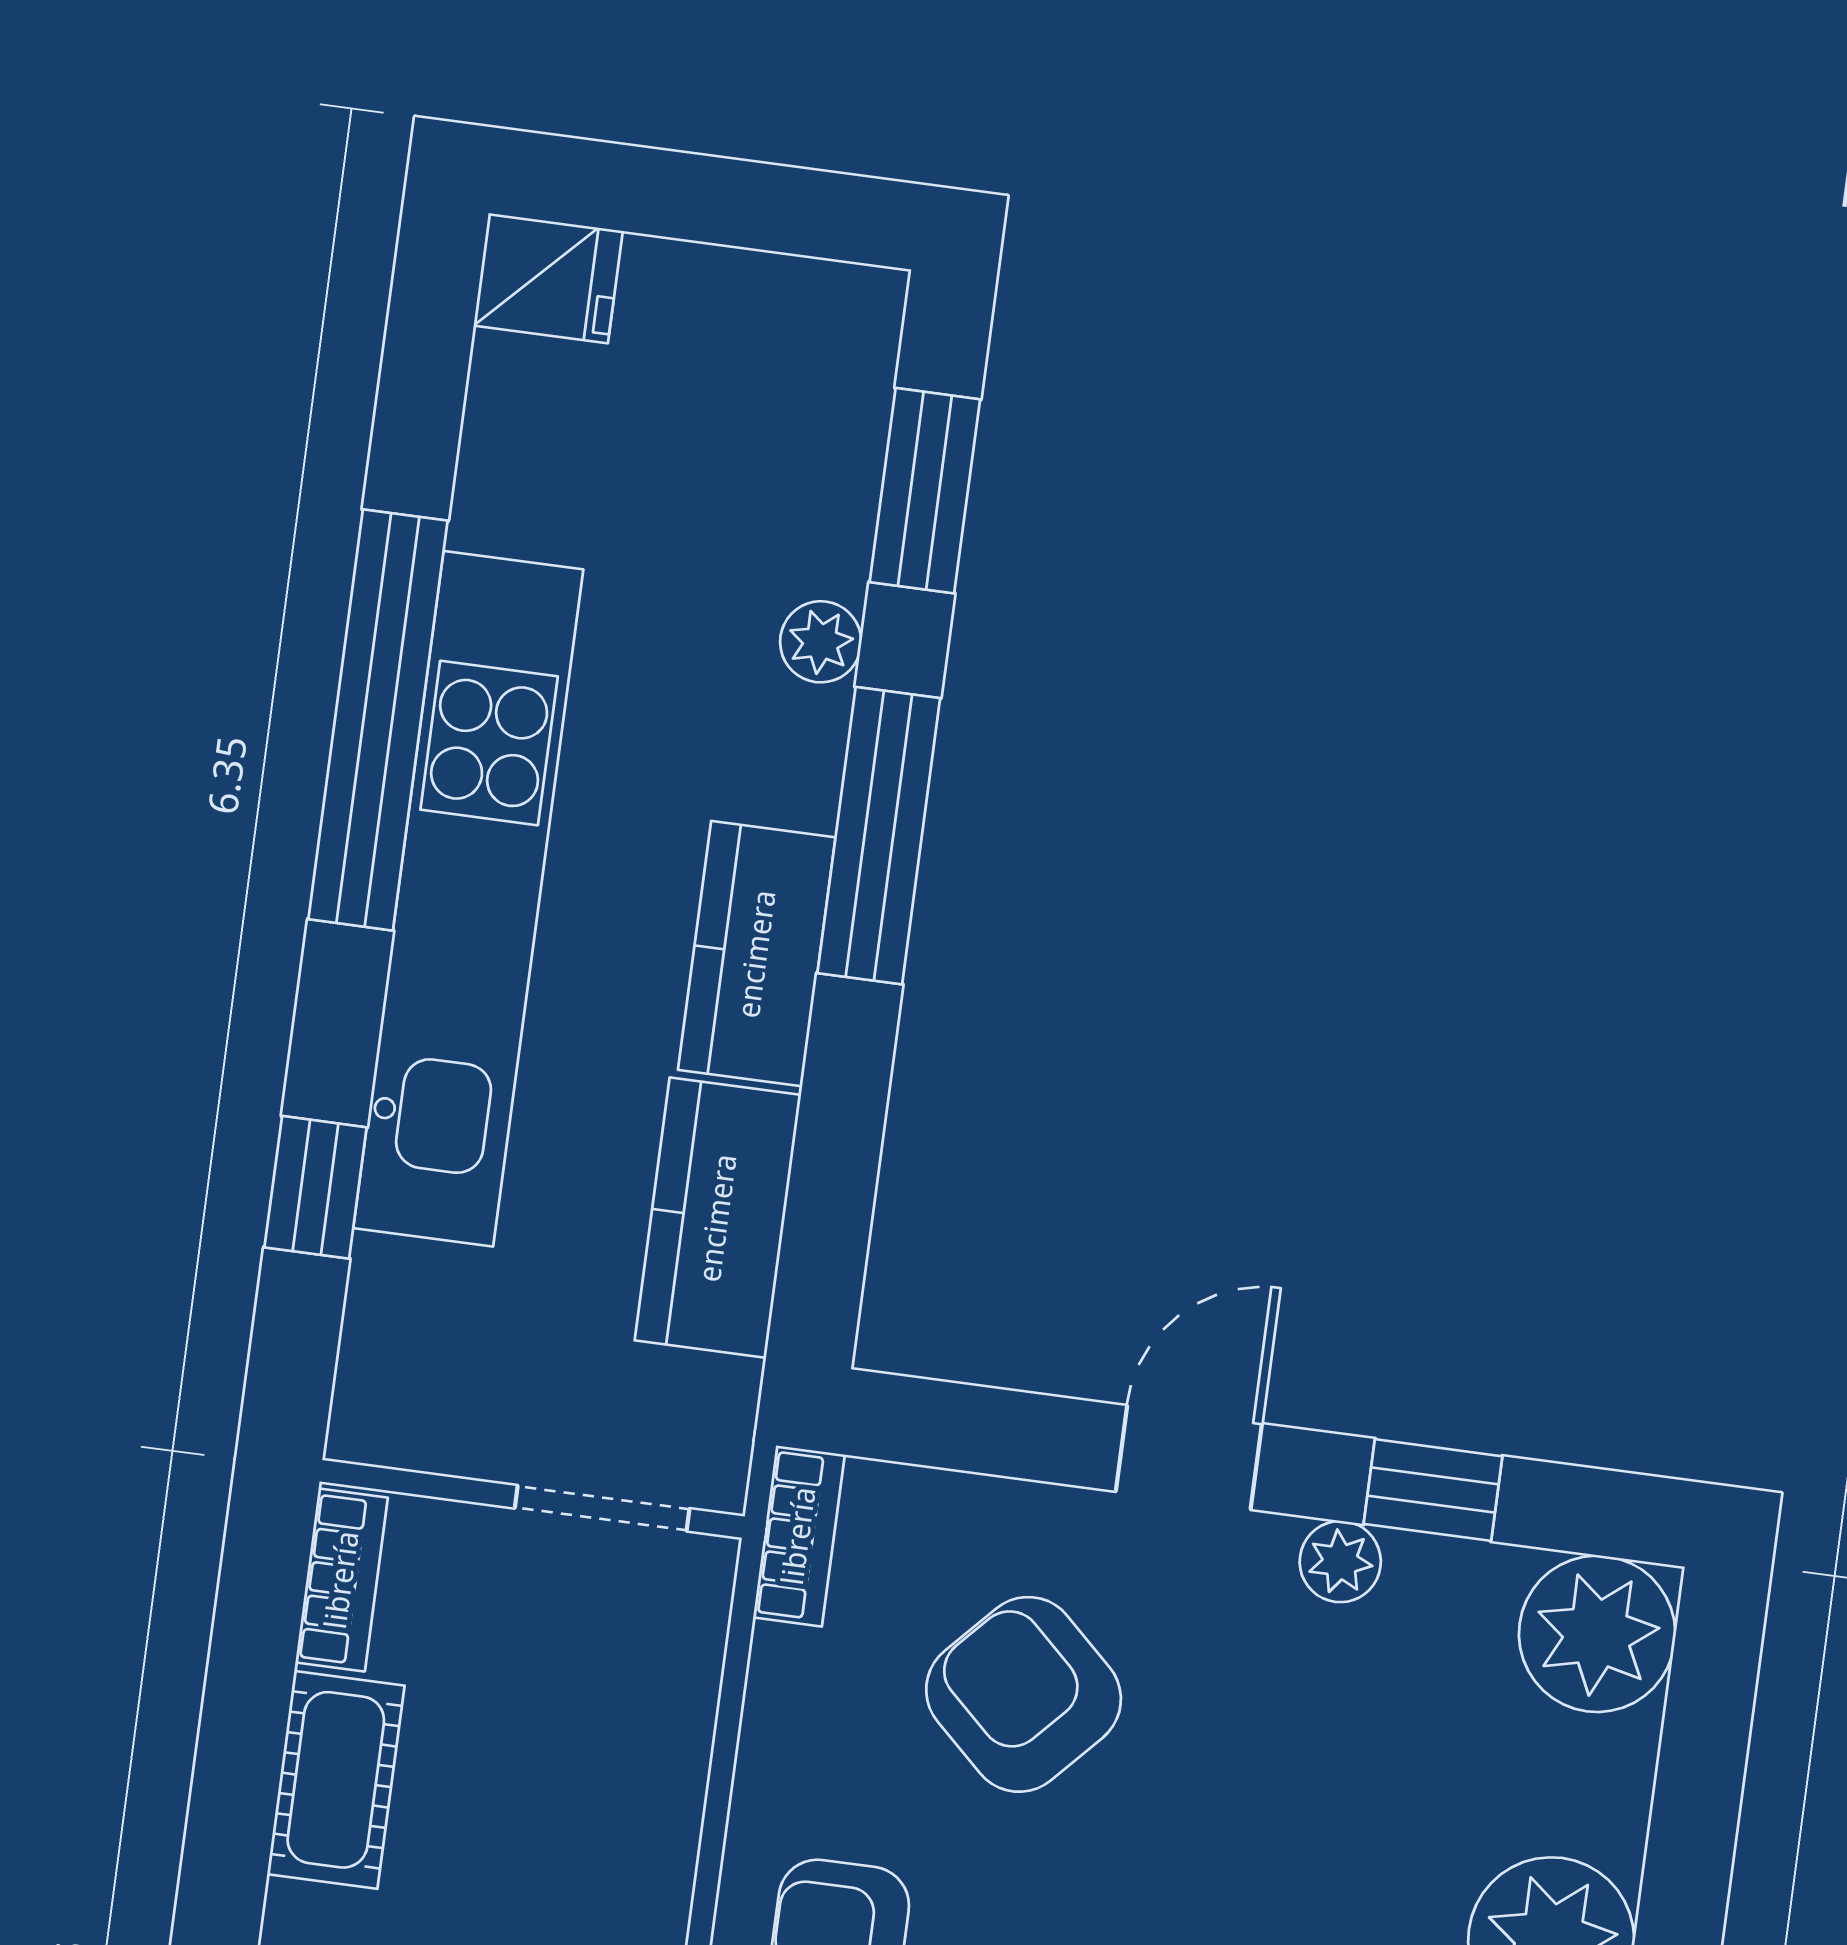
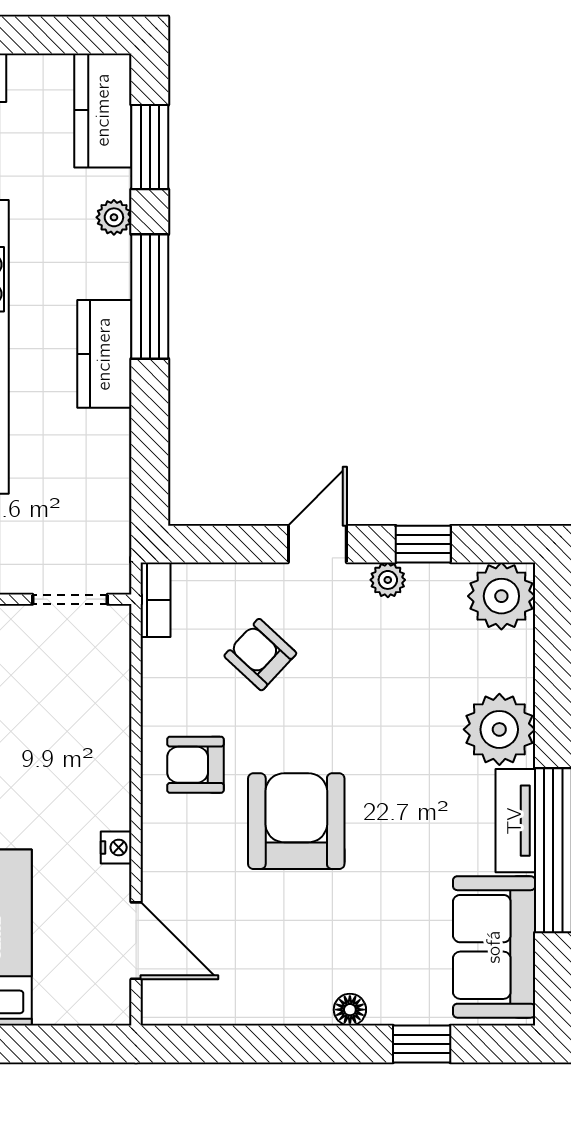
kitchen counter: (718, 1218) -> (103, 110), moved
armchair: (1024, 1694) -> (260, 655), width x0.72, depth x0.72

